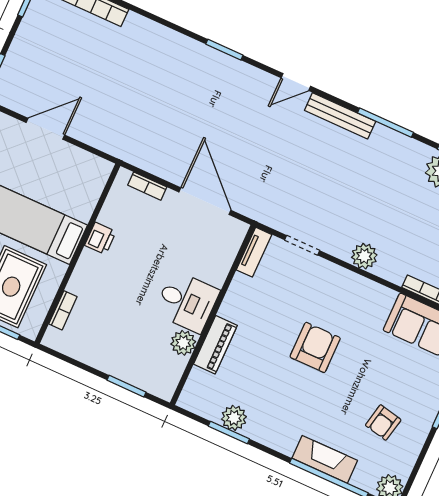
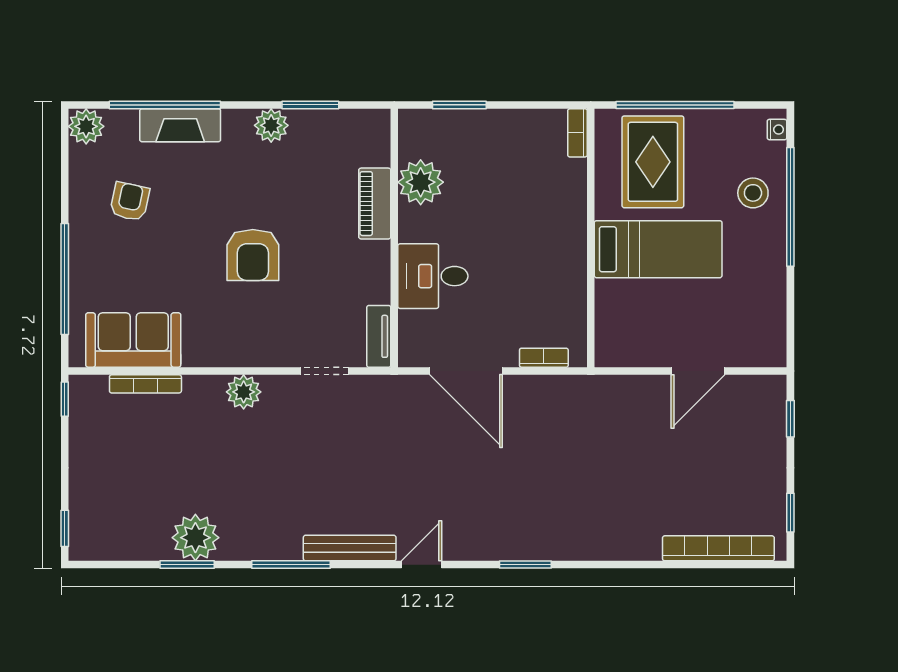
printer: (100, 238) -> (572, 269), removed
desk: (187, 302) -> (433, 276), moved
bookcase: (63, 310) -> (577, 133), moved
plant: (183, 343) -> (421, 182), width x1.36, depth x1.36
plant: (234, 418) -> (271, 125), moved

